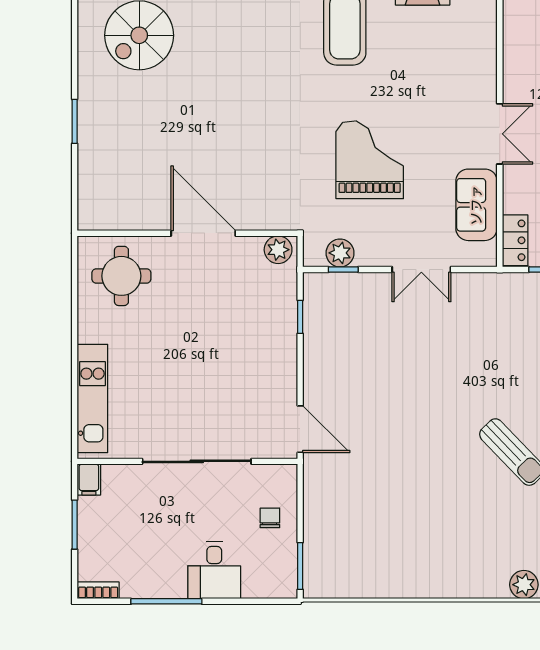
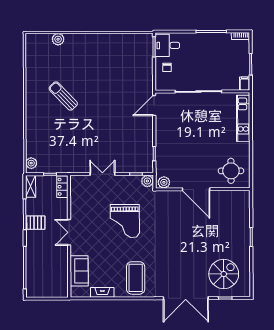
sofa: (476, 205) -> (79, 271), moved
plant: (340, 253) -> (147, 181), moved
door: (300, 429) -> (154, 106), hinge flipped
desk: (214, 570) -> (167, 45), moved, turned -90

